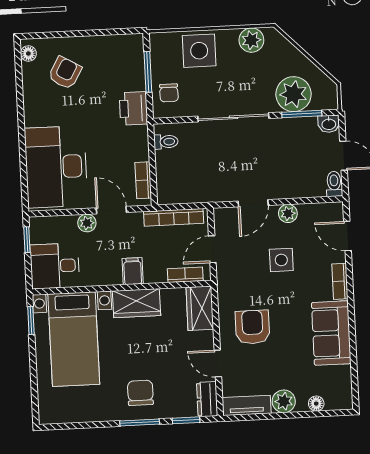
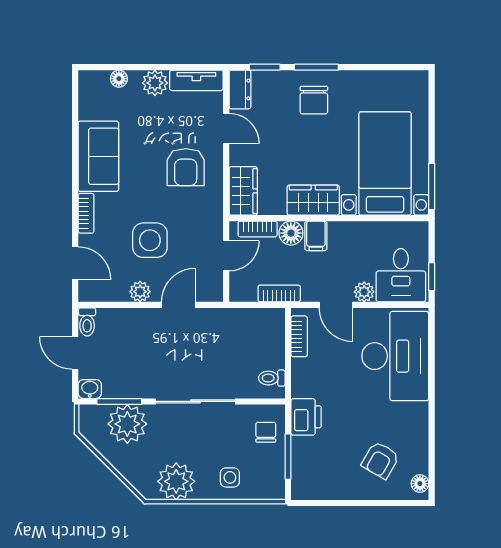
plant: (251, 40) -> (176, 481), width x1.36, depth x1.36
side table: (199, 51) -> (230, 477), width x0.54, depth x0.54
bookcase: (174, 217) -> (279, 293), width x0.64
side table: (281, 260) -> (150, 240), width x1.37, depth x1.37
desk: (55, 266) -> (401, 275), moved, turned 90
floor lamp: (155, 273) -> (291, 233), added
window: (31, 321) -> (432, 187), width x1.50

